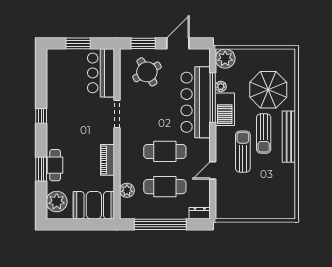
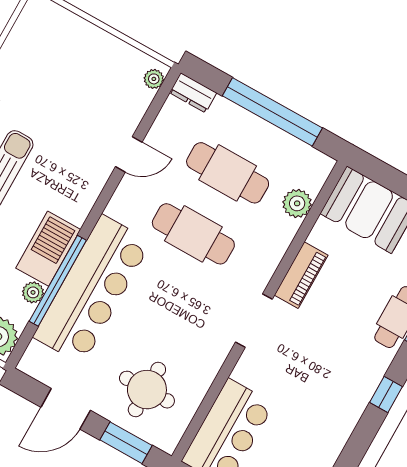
round table: (147, 72) -> (147, 390), turned 30
doorway: (117, 114) -> (254, 321), moved
window: (41, 116) -> (386, 395), moved
sun lounger: (243, 152) -> (58, 158), removed
plant: (220, 210) -> (154, 79), added

